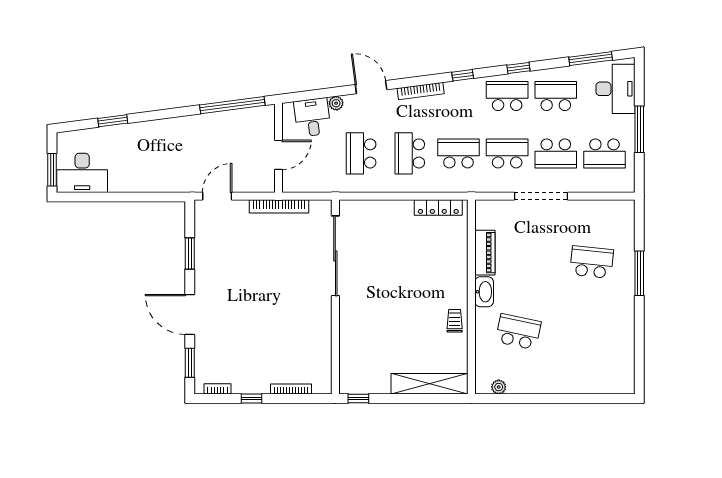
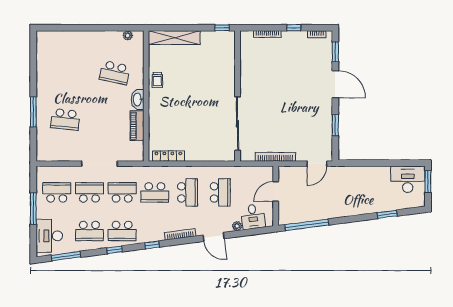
school desk: (507, 153) -> (122, 192), turned 180

